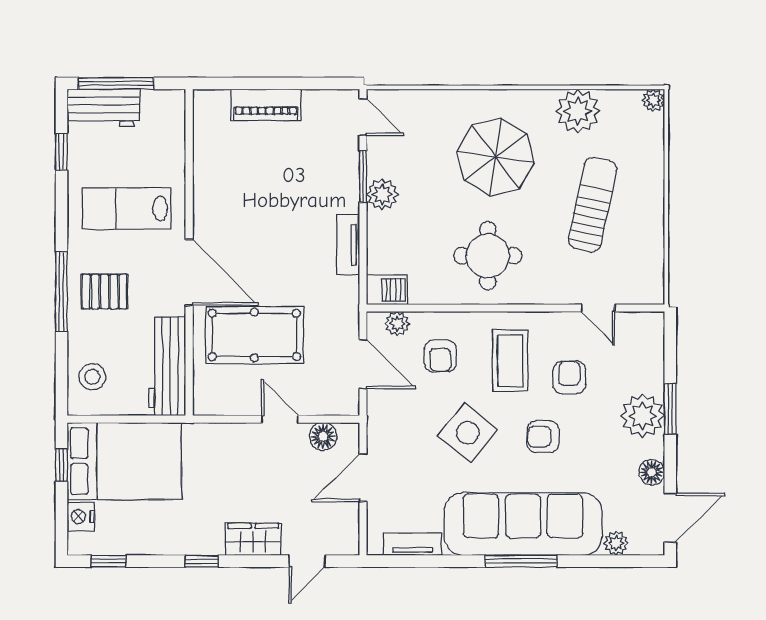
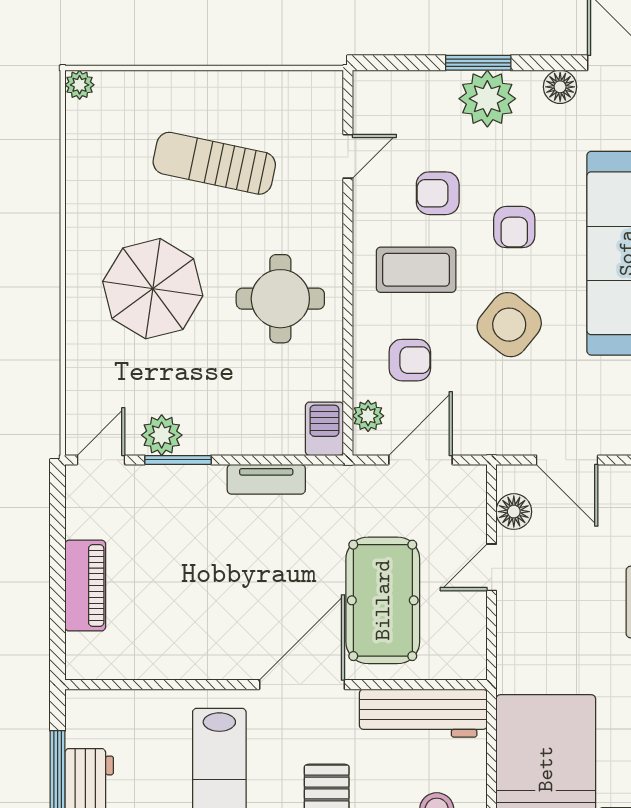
plant: (578, 111) -> (93, 182), removed
plant: (382, 194) -> (162, 435), moved

